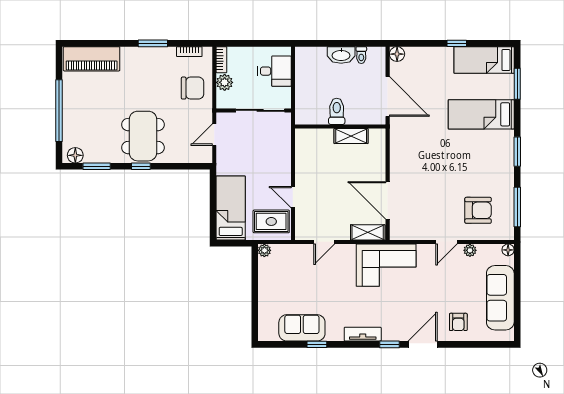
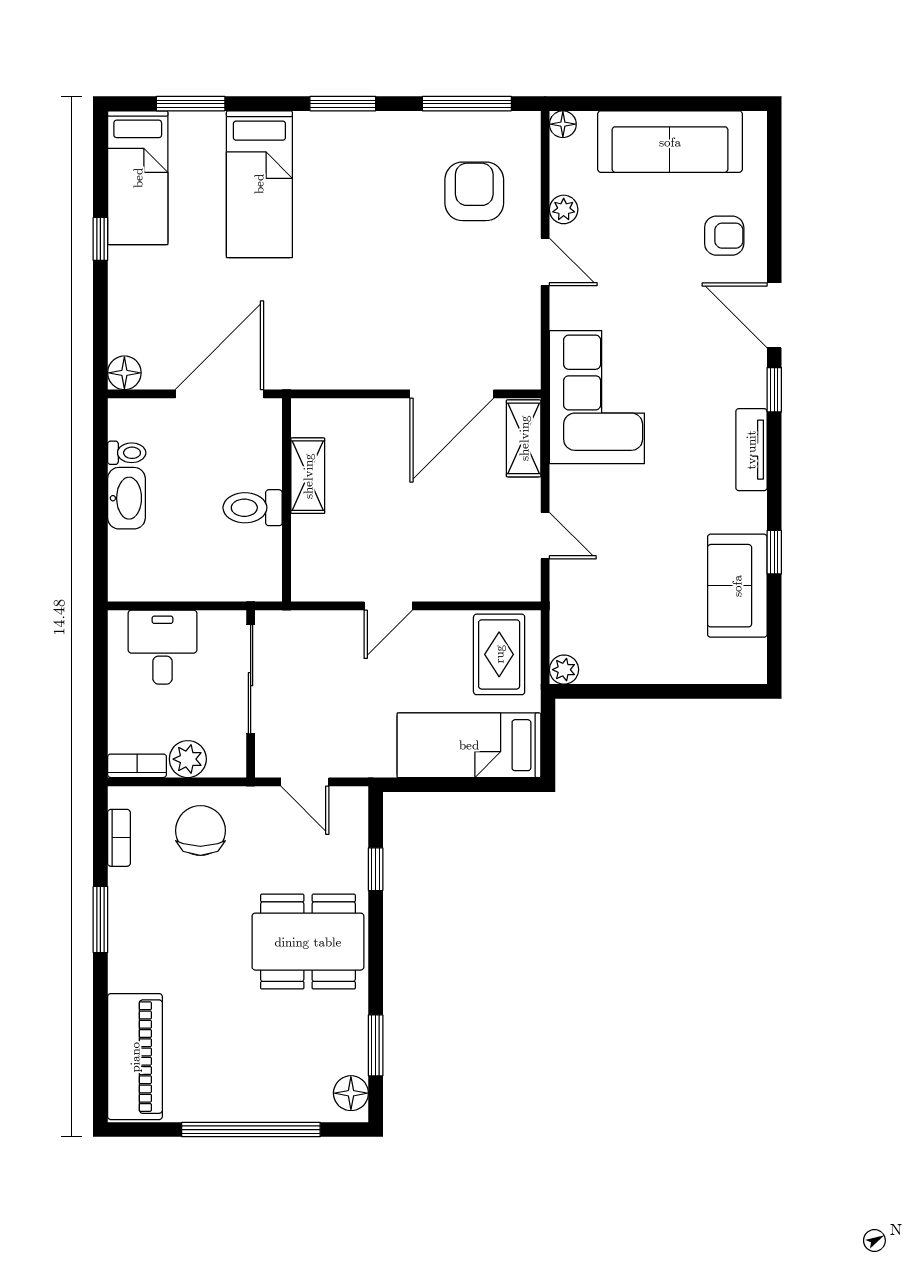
window: (141, 166) -> (376, 869), moved
door: (293, 197) -> (388, 606), moved

